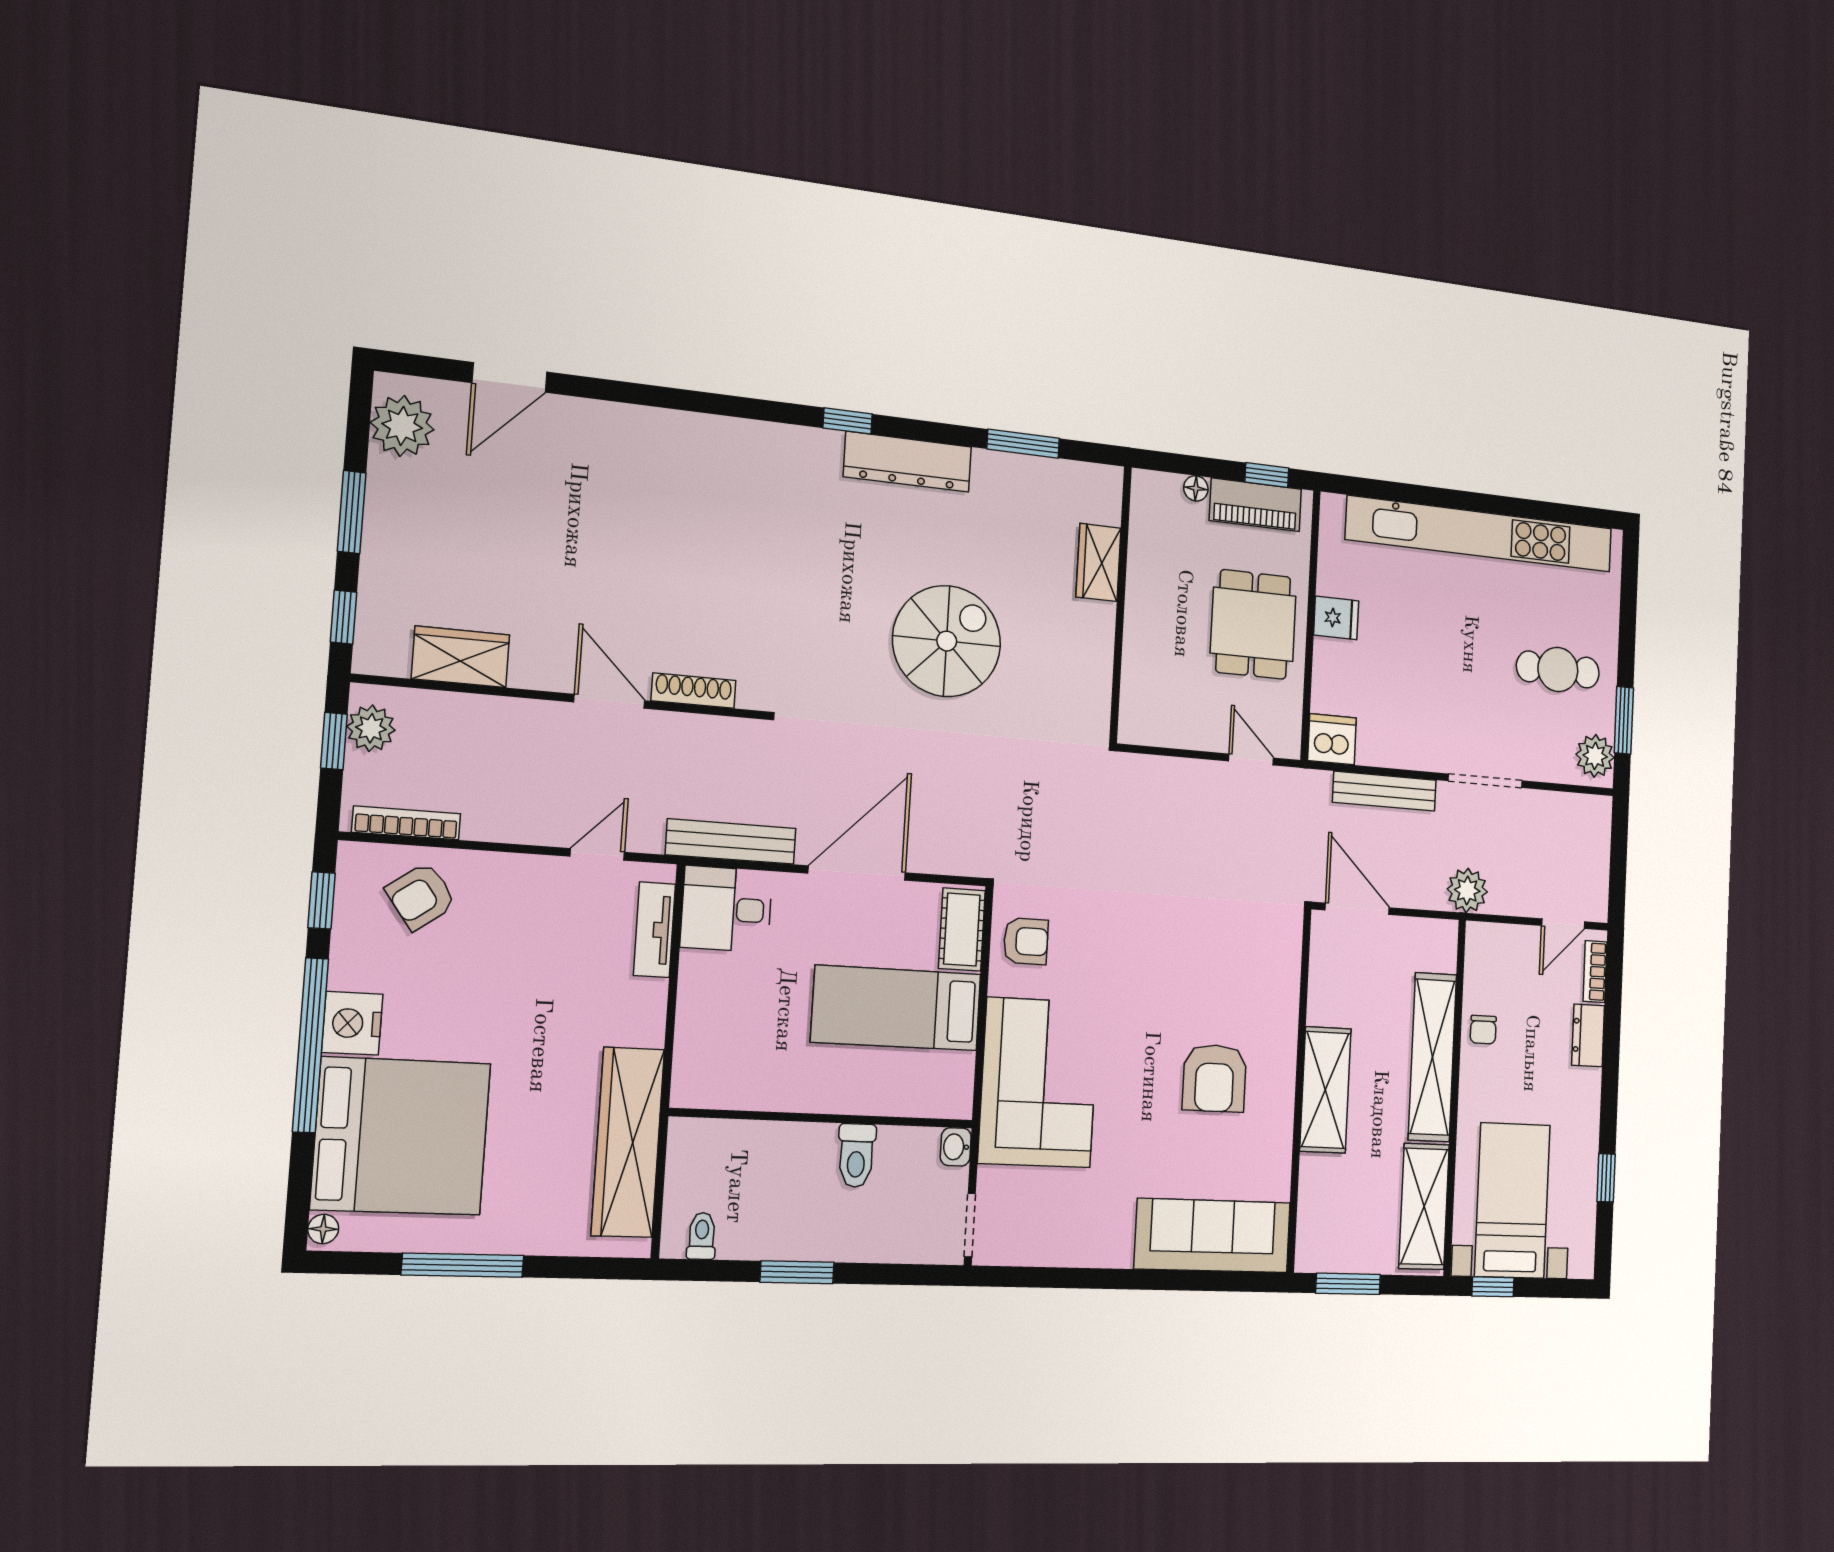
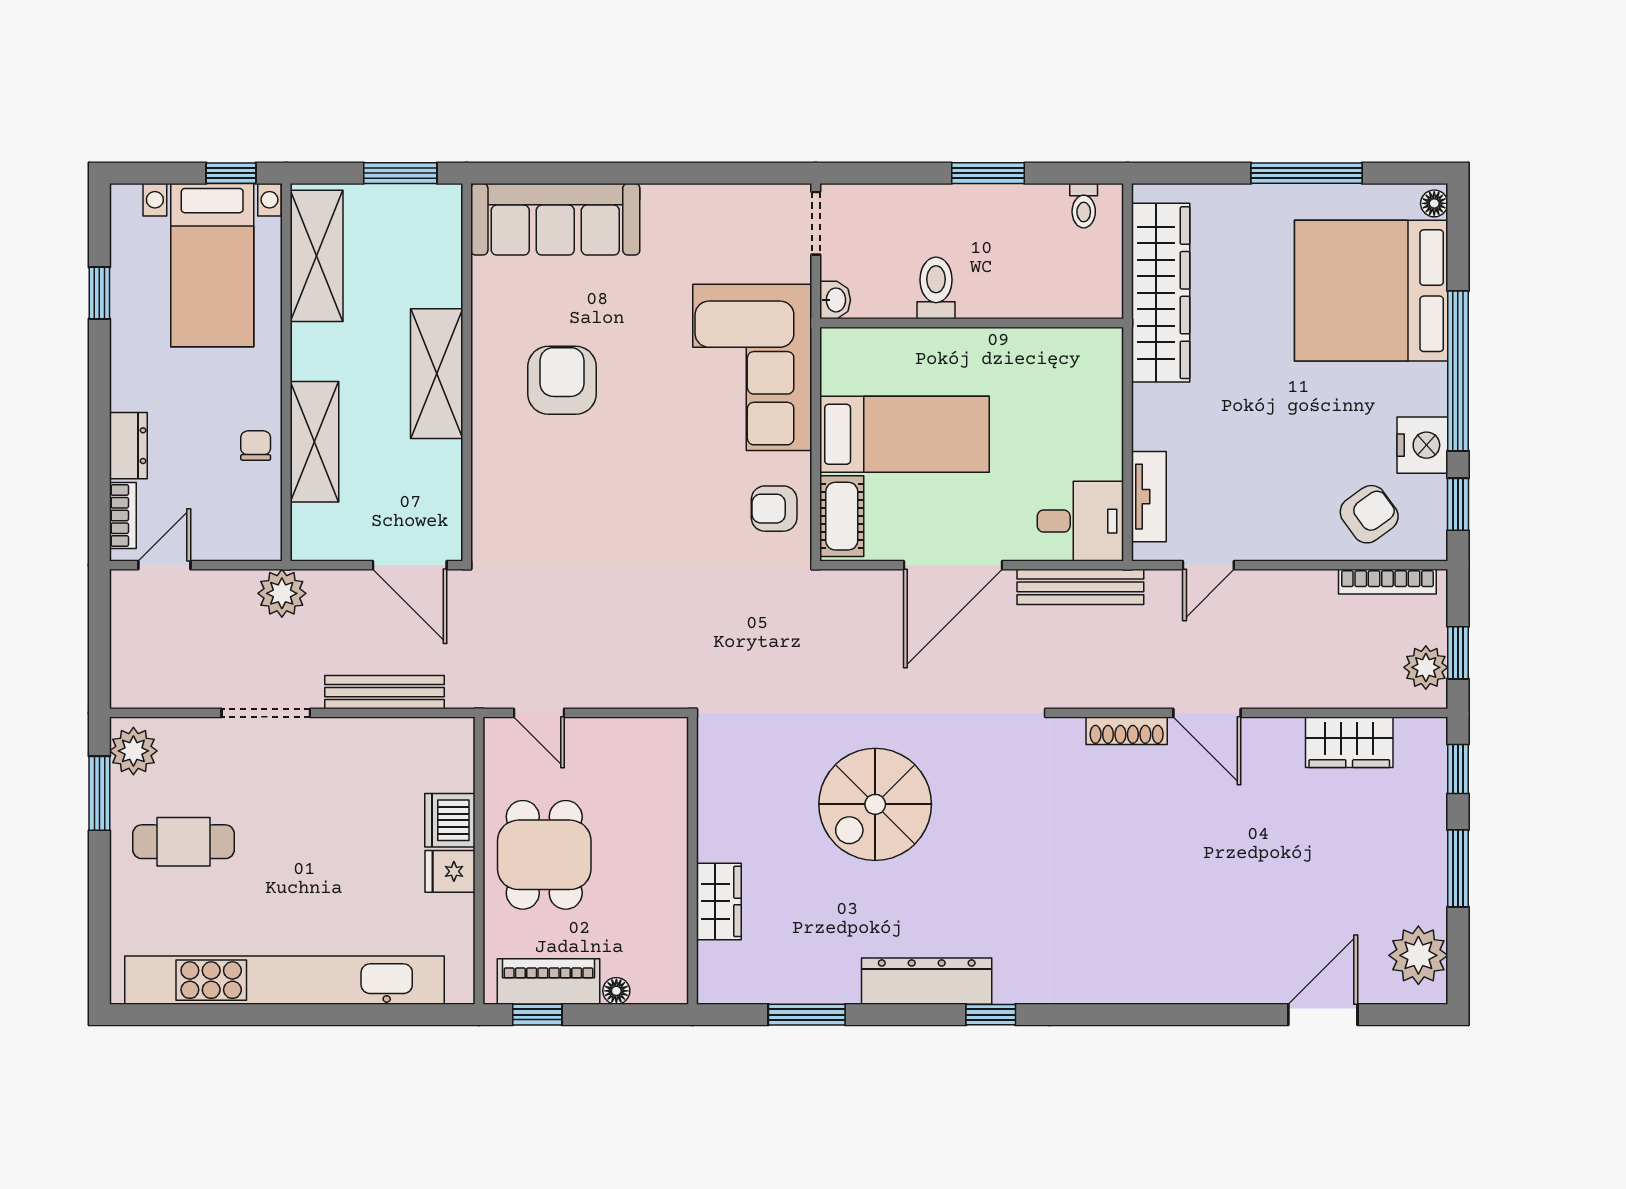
dishwasher: (1332, 739) -> (450, 820), moved, turned 90
nightstand: (352, 1023) -> (1422, 445), moved
shelving: (1432, 1057) -> (314, 442), width x0.68

